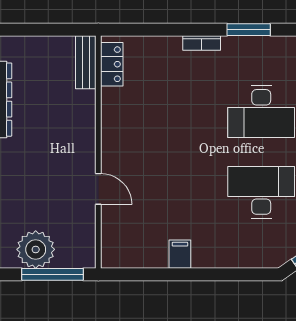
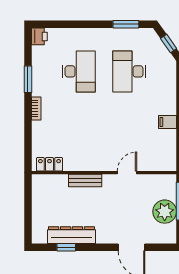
bench: (86, 62) -> (85, 180), moved

